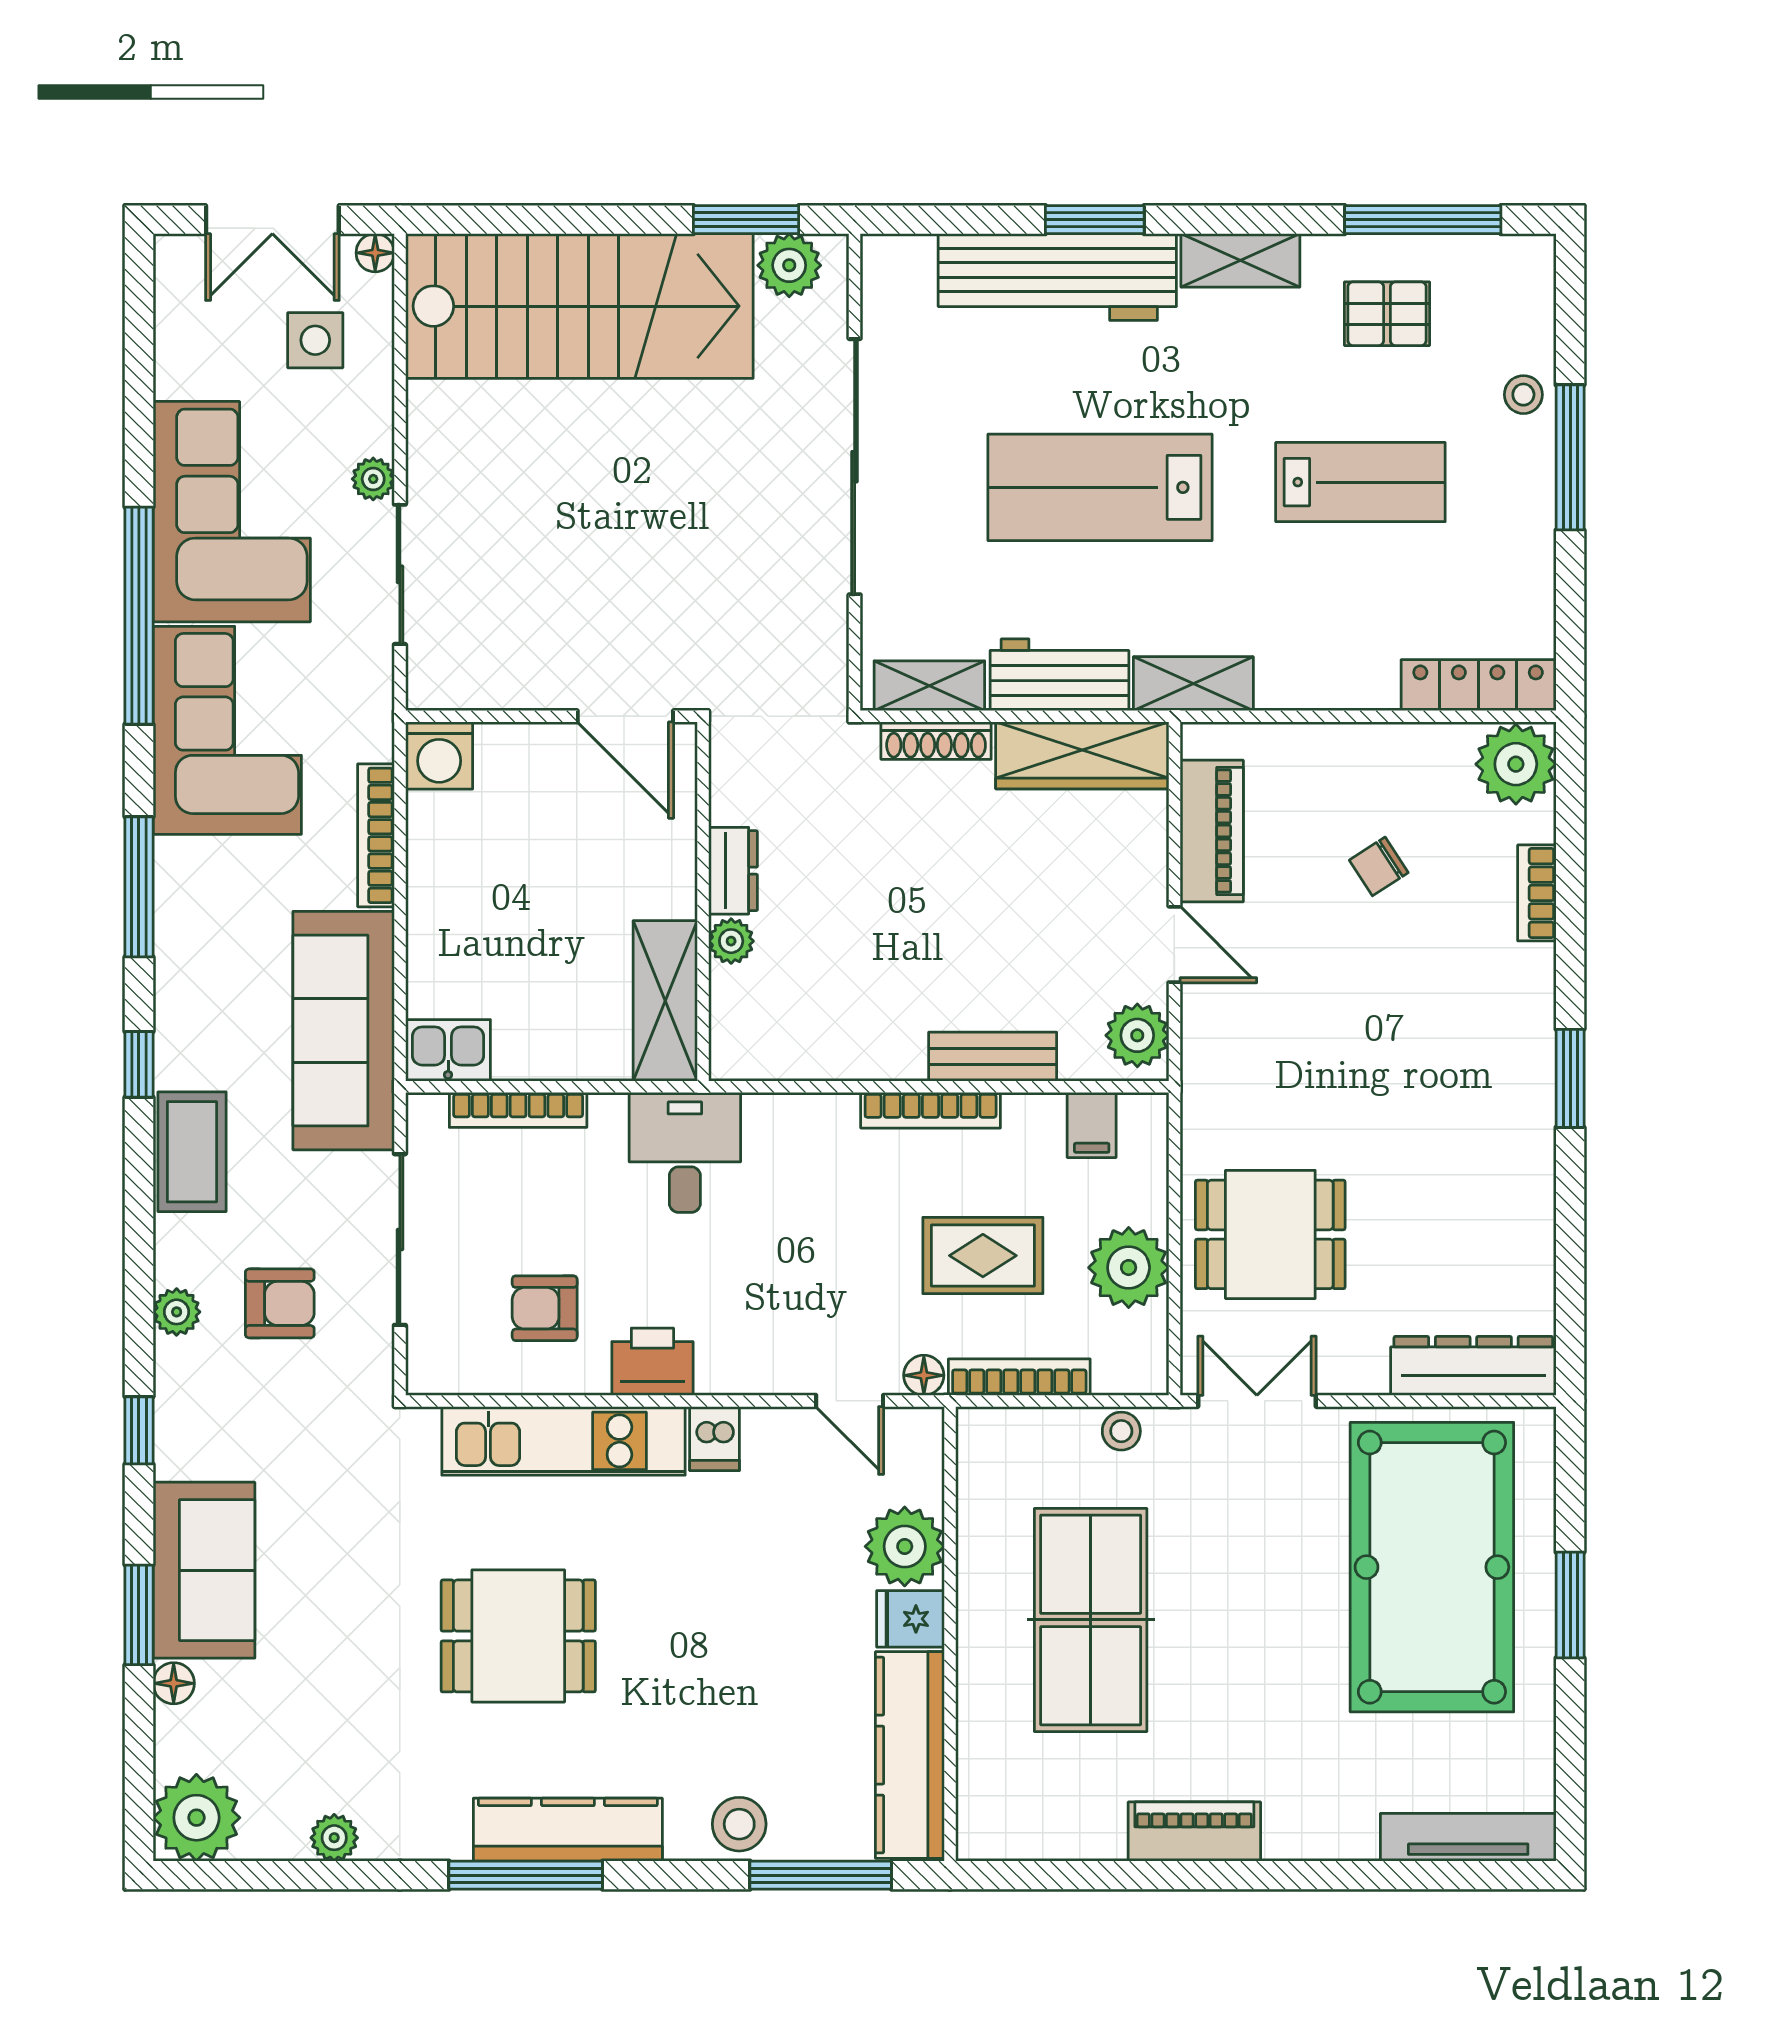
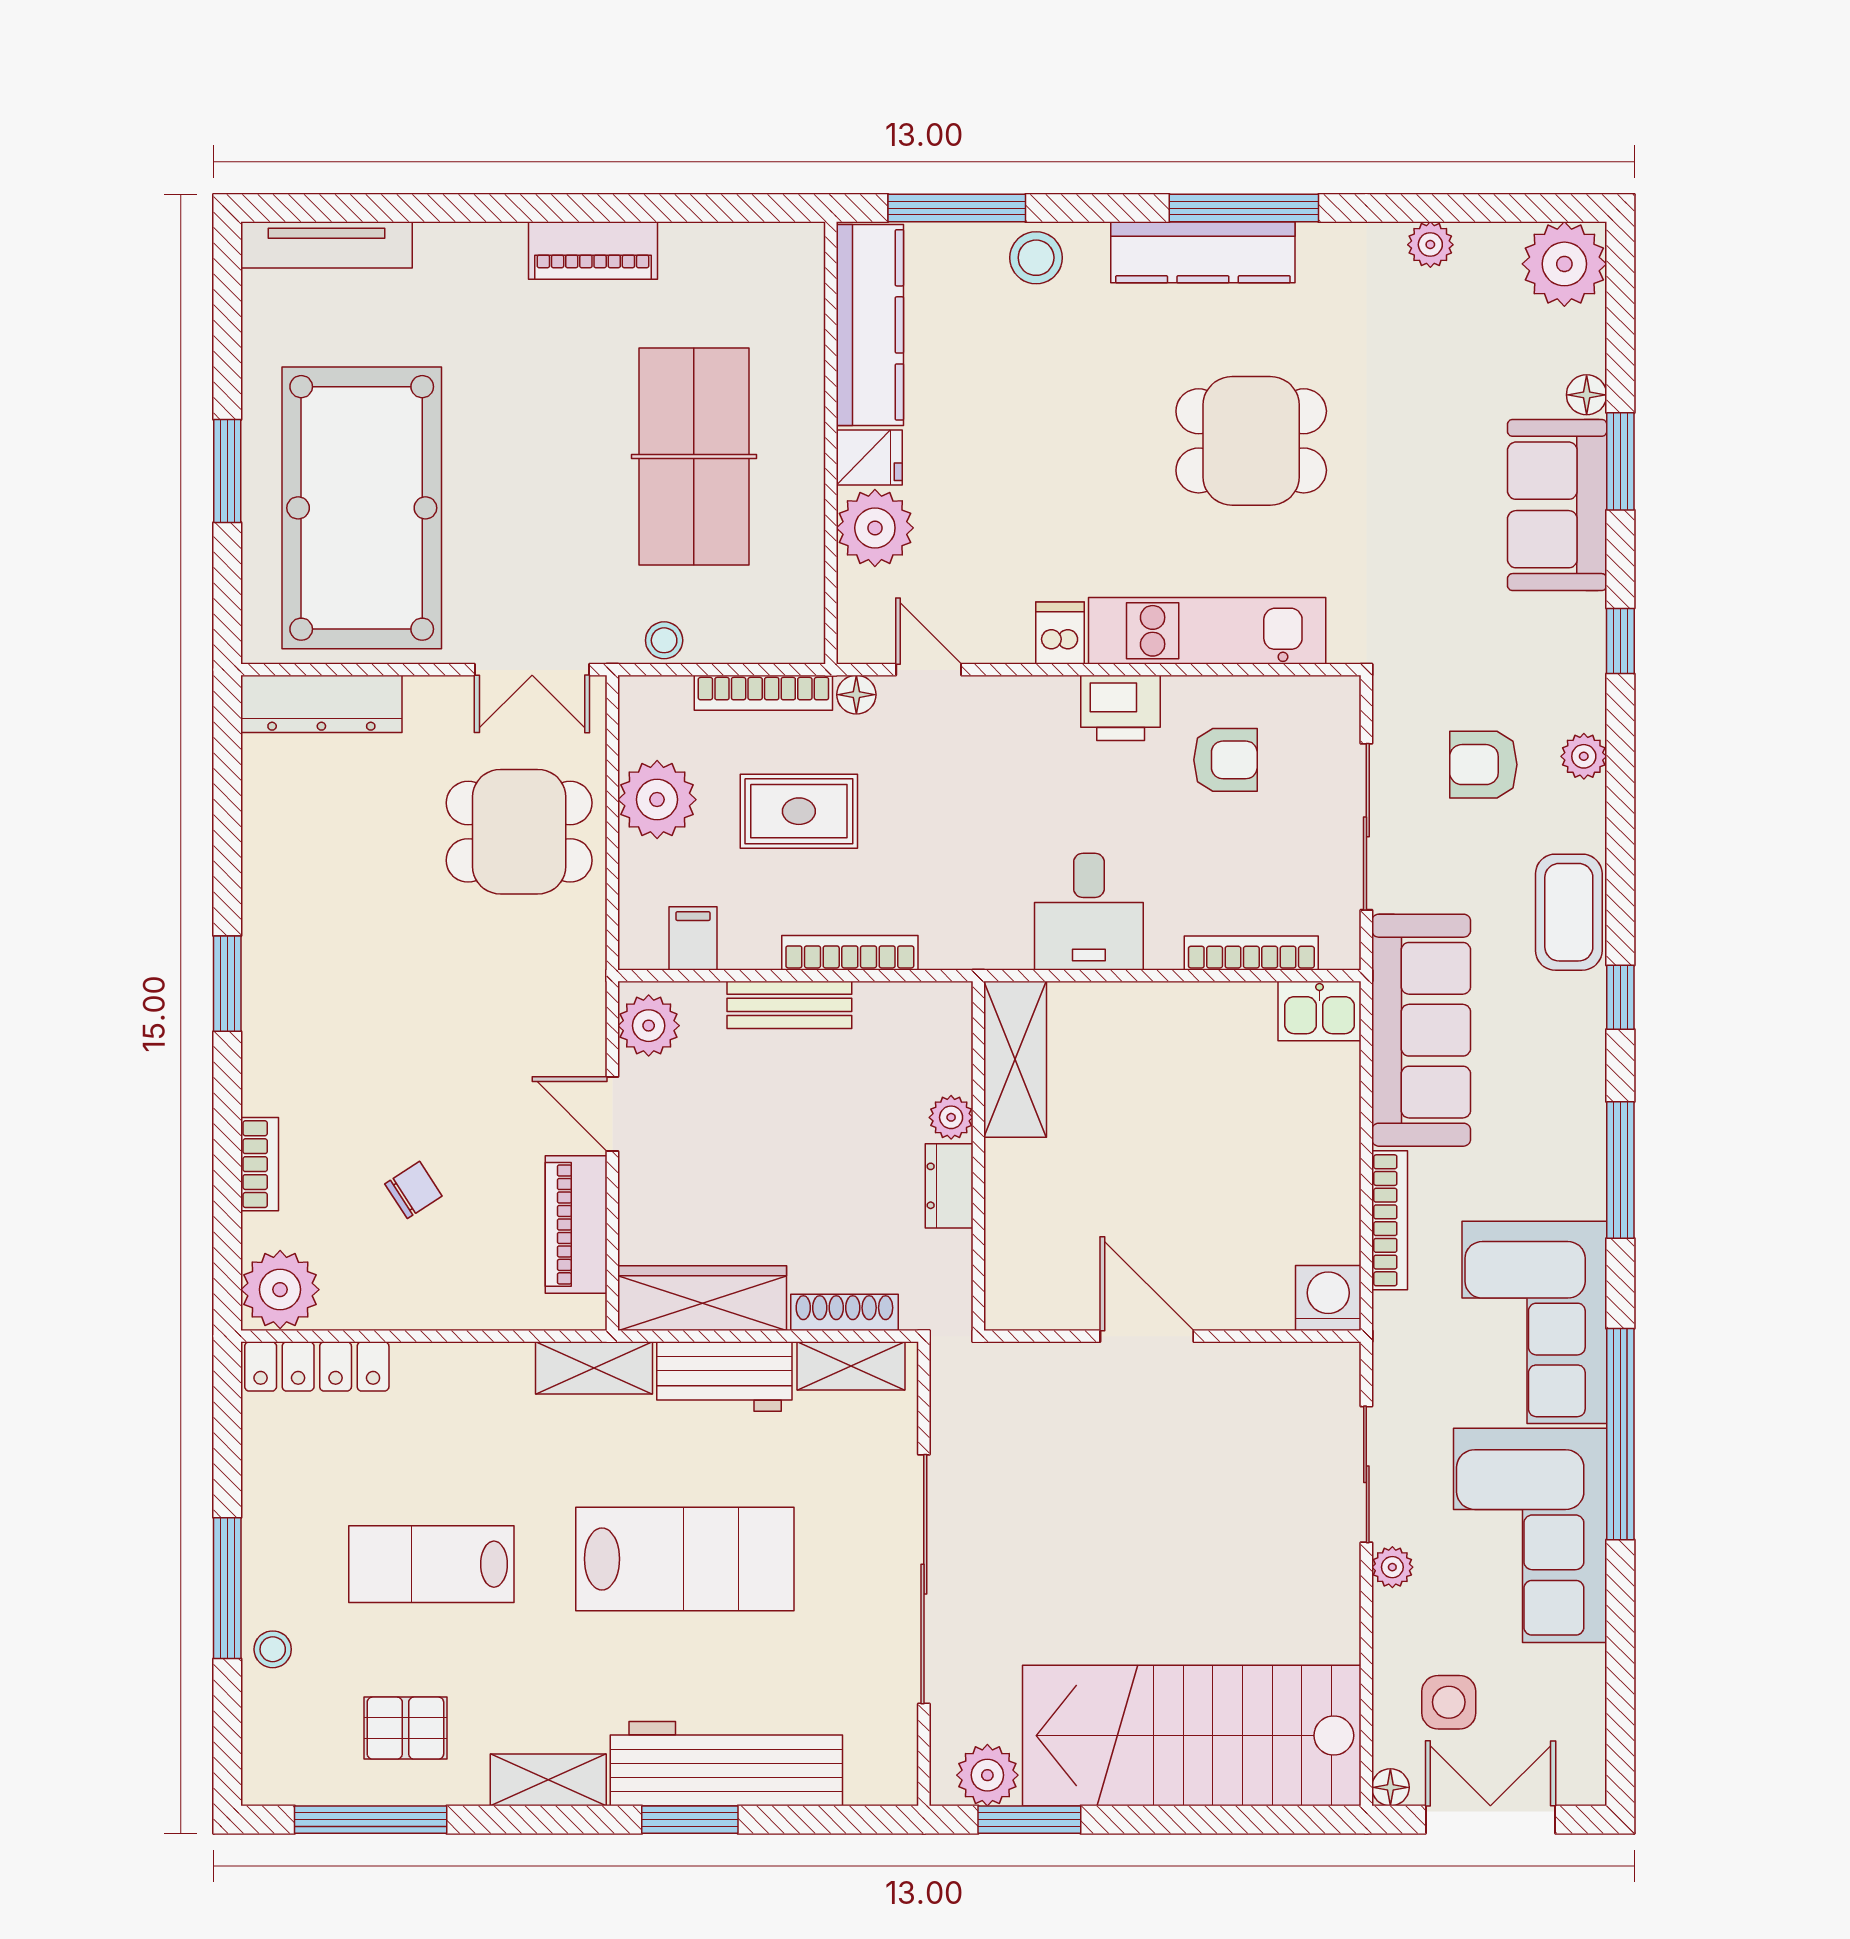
dresser: (733, 871) -> (949, 1186), moved
wall: (703, 901) -> (978, 1156), moved
plant: (731, 941) -> (951, 1117), moved
shelving: (665, 1001) -> (1015, 1059), moved

